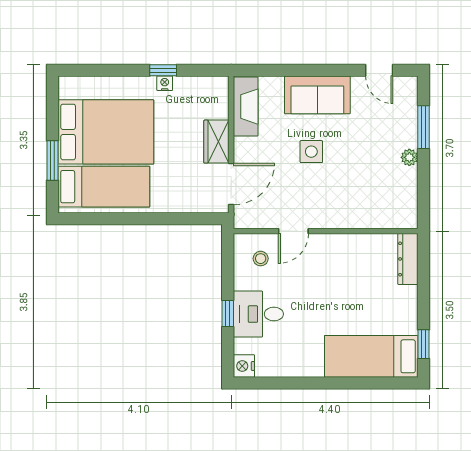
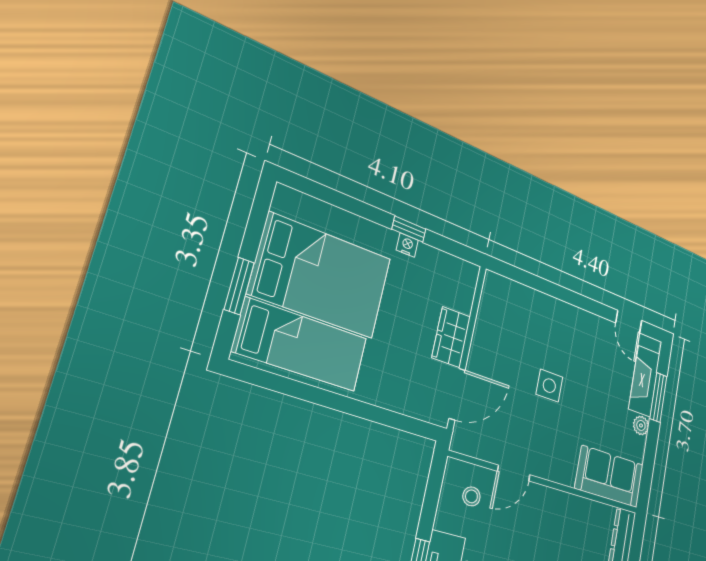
sofa: (317, 95) -> (609, 477), moved, turned 180
fireplace: (246, 107) -> (644, 381), moved, turned 180

